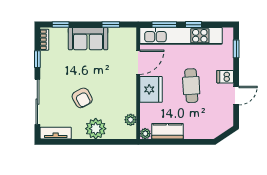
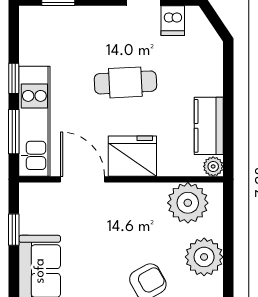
kitchen unit: (181, 36) -> (34, 121), width x0.73
dishwasher: (225, 77) -> (173, 21), moved
plant: (131, 120) -> (188, 203), width x1.87, depth x1.87

